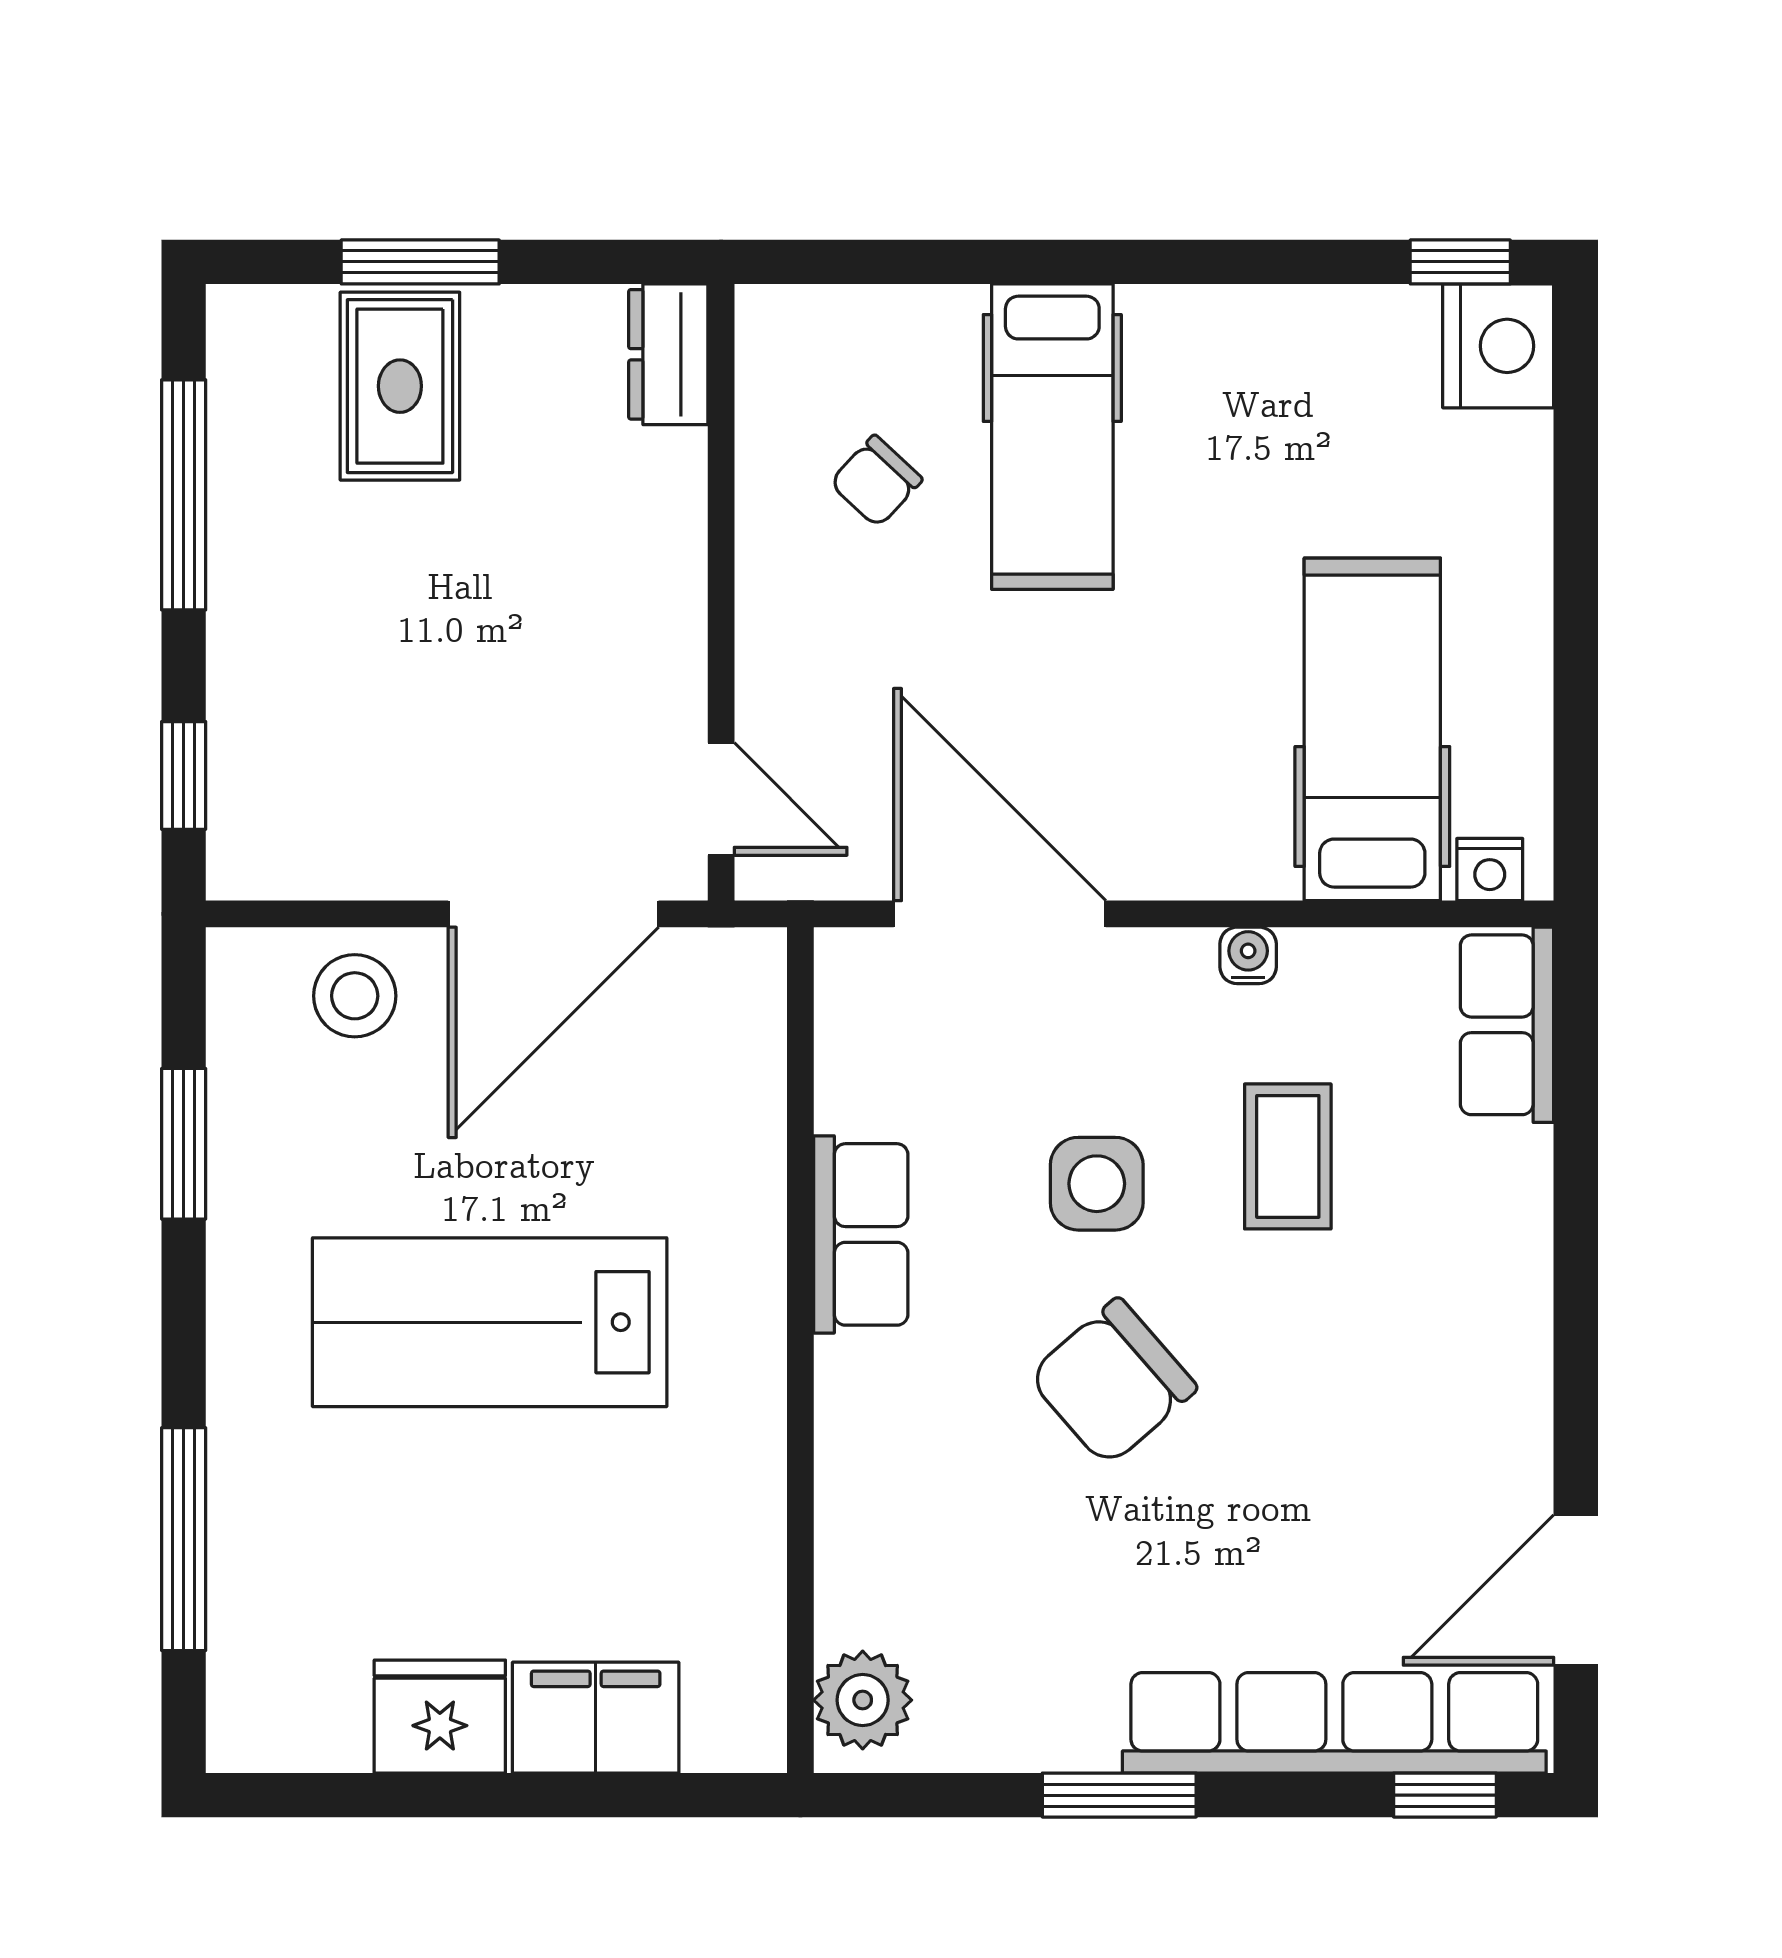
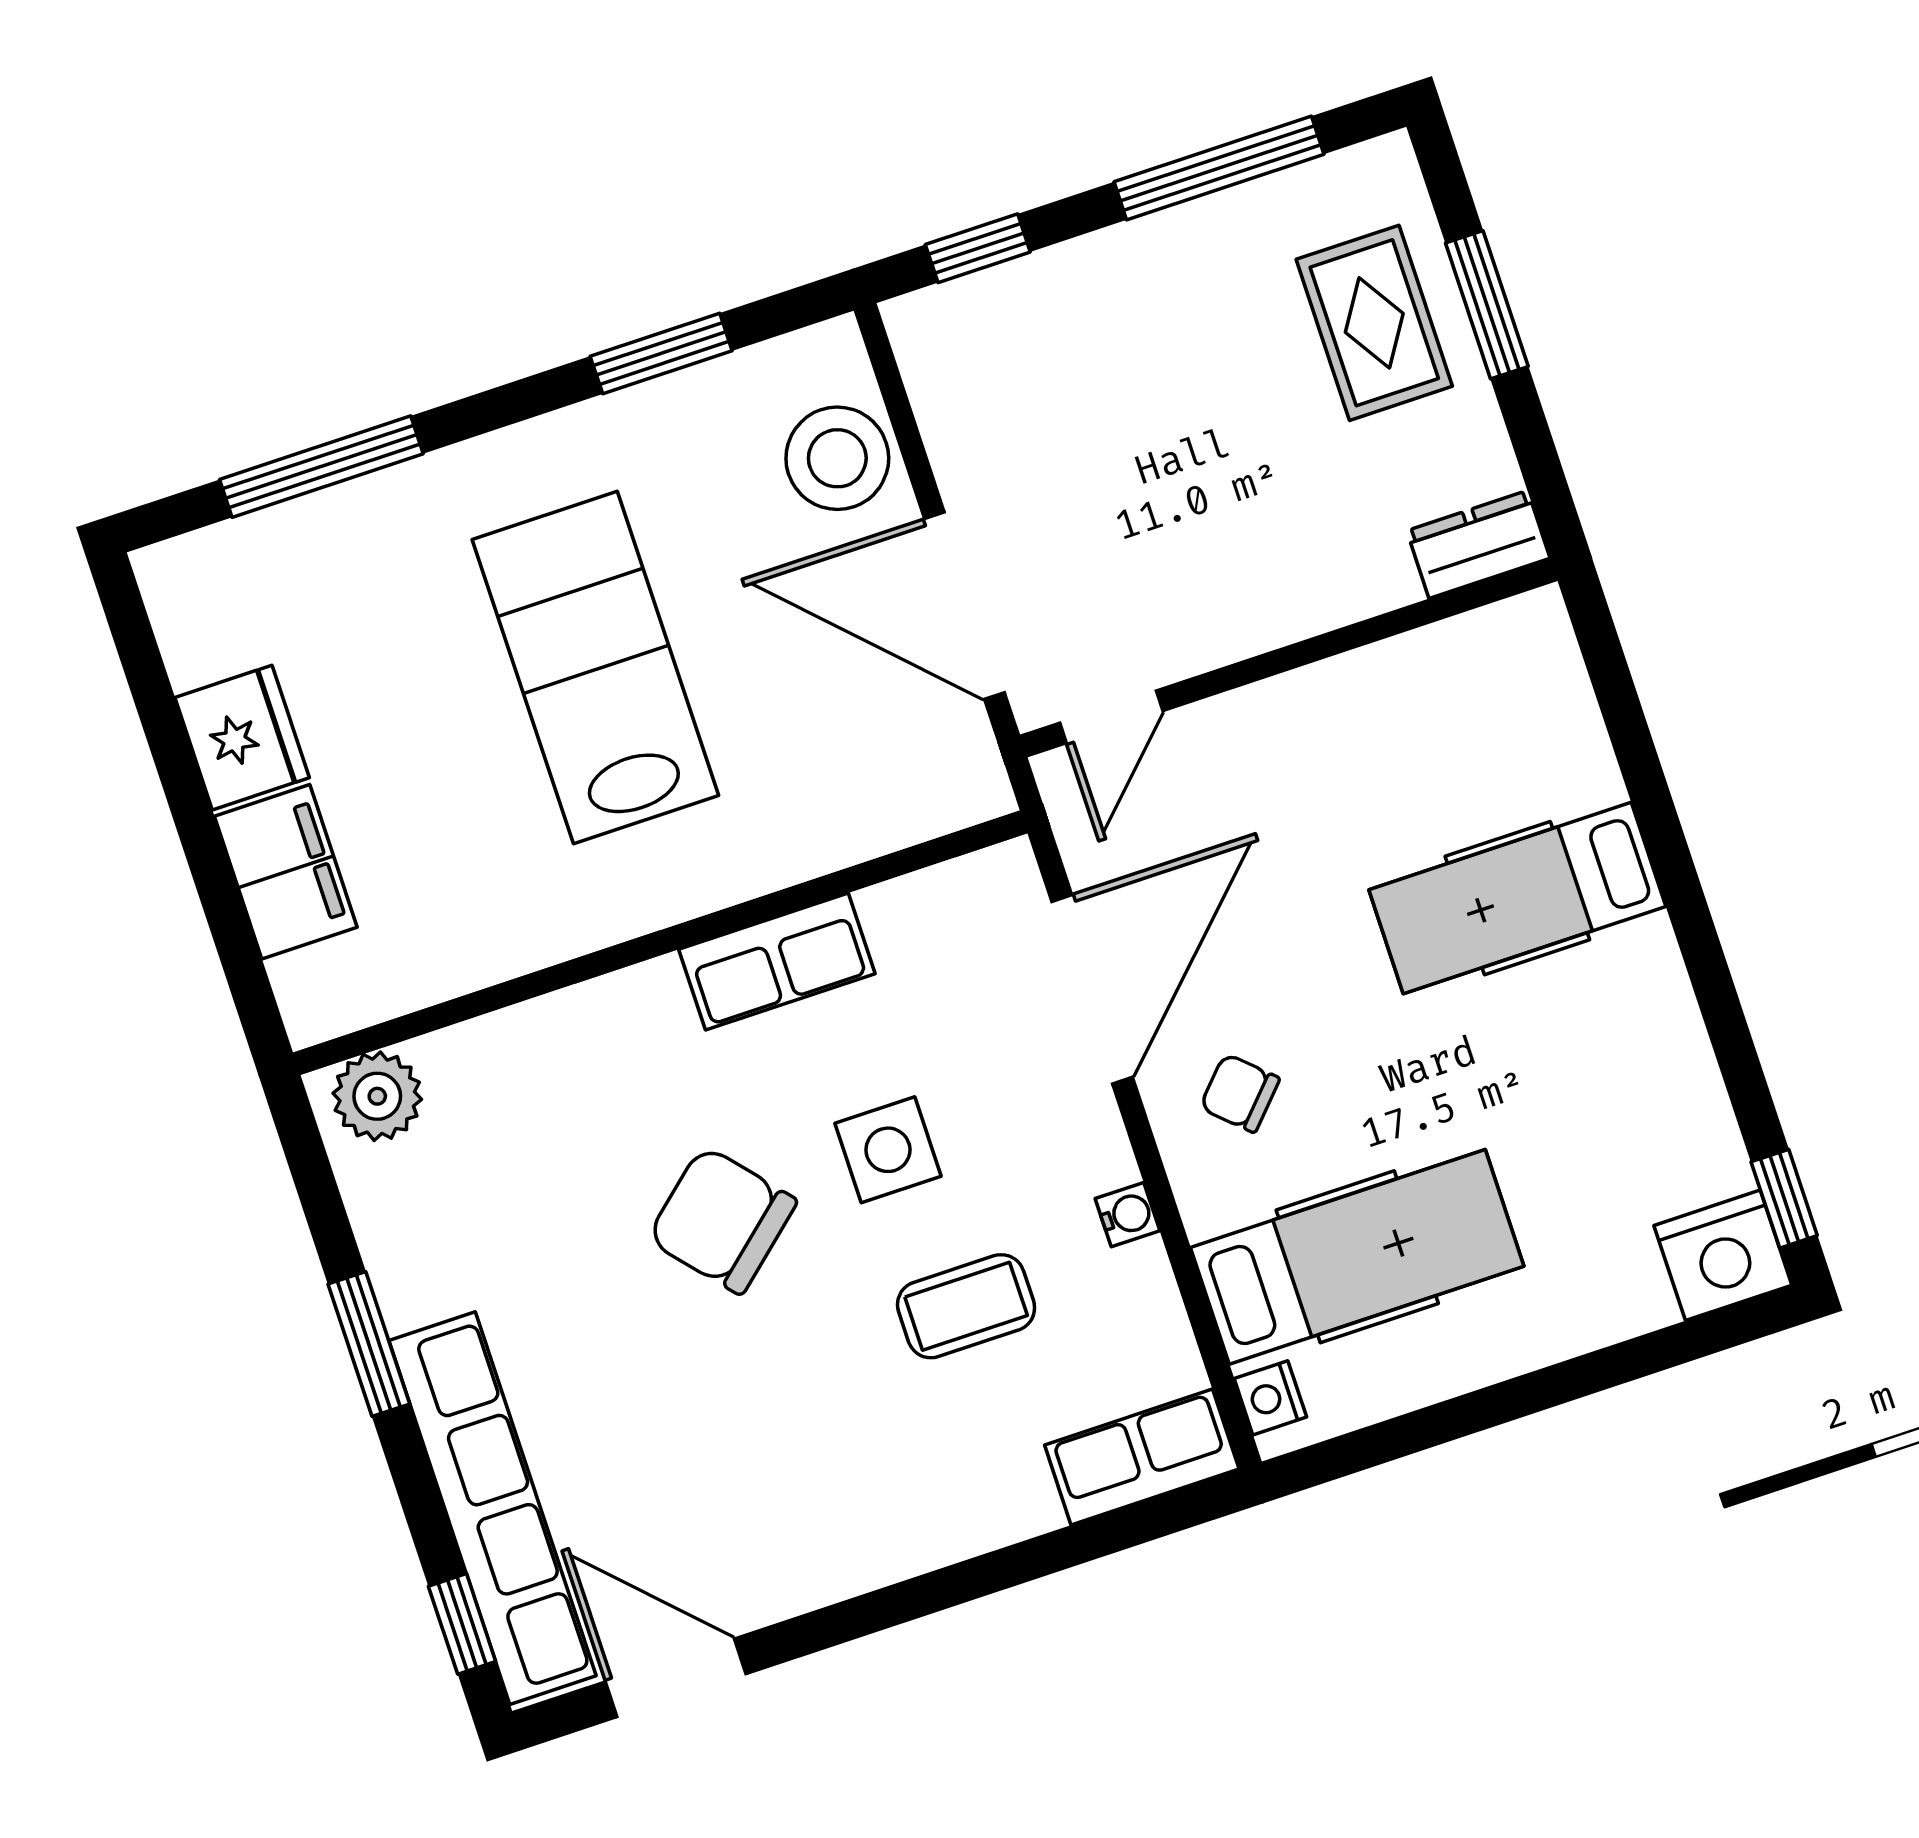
rug: (400, 386) -> (1374, 323), turned 90
chair: (876, 481) -> (1240, 1093), moved
stool: (355, 996) -> (837, 458), width x1.38, depth x1.38

